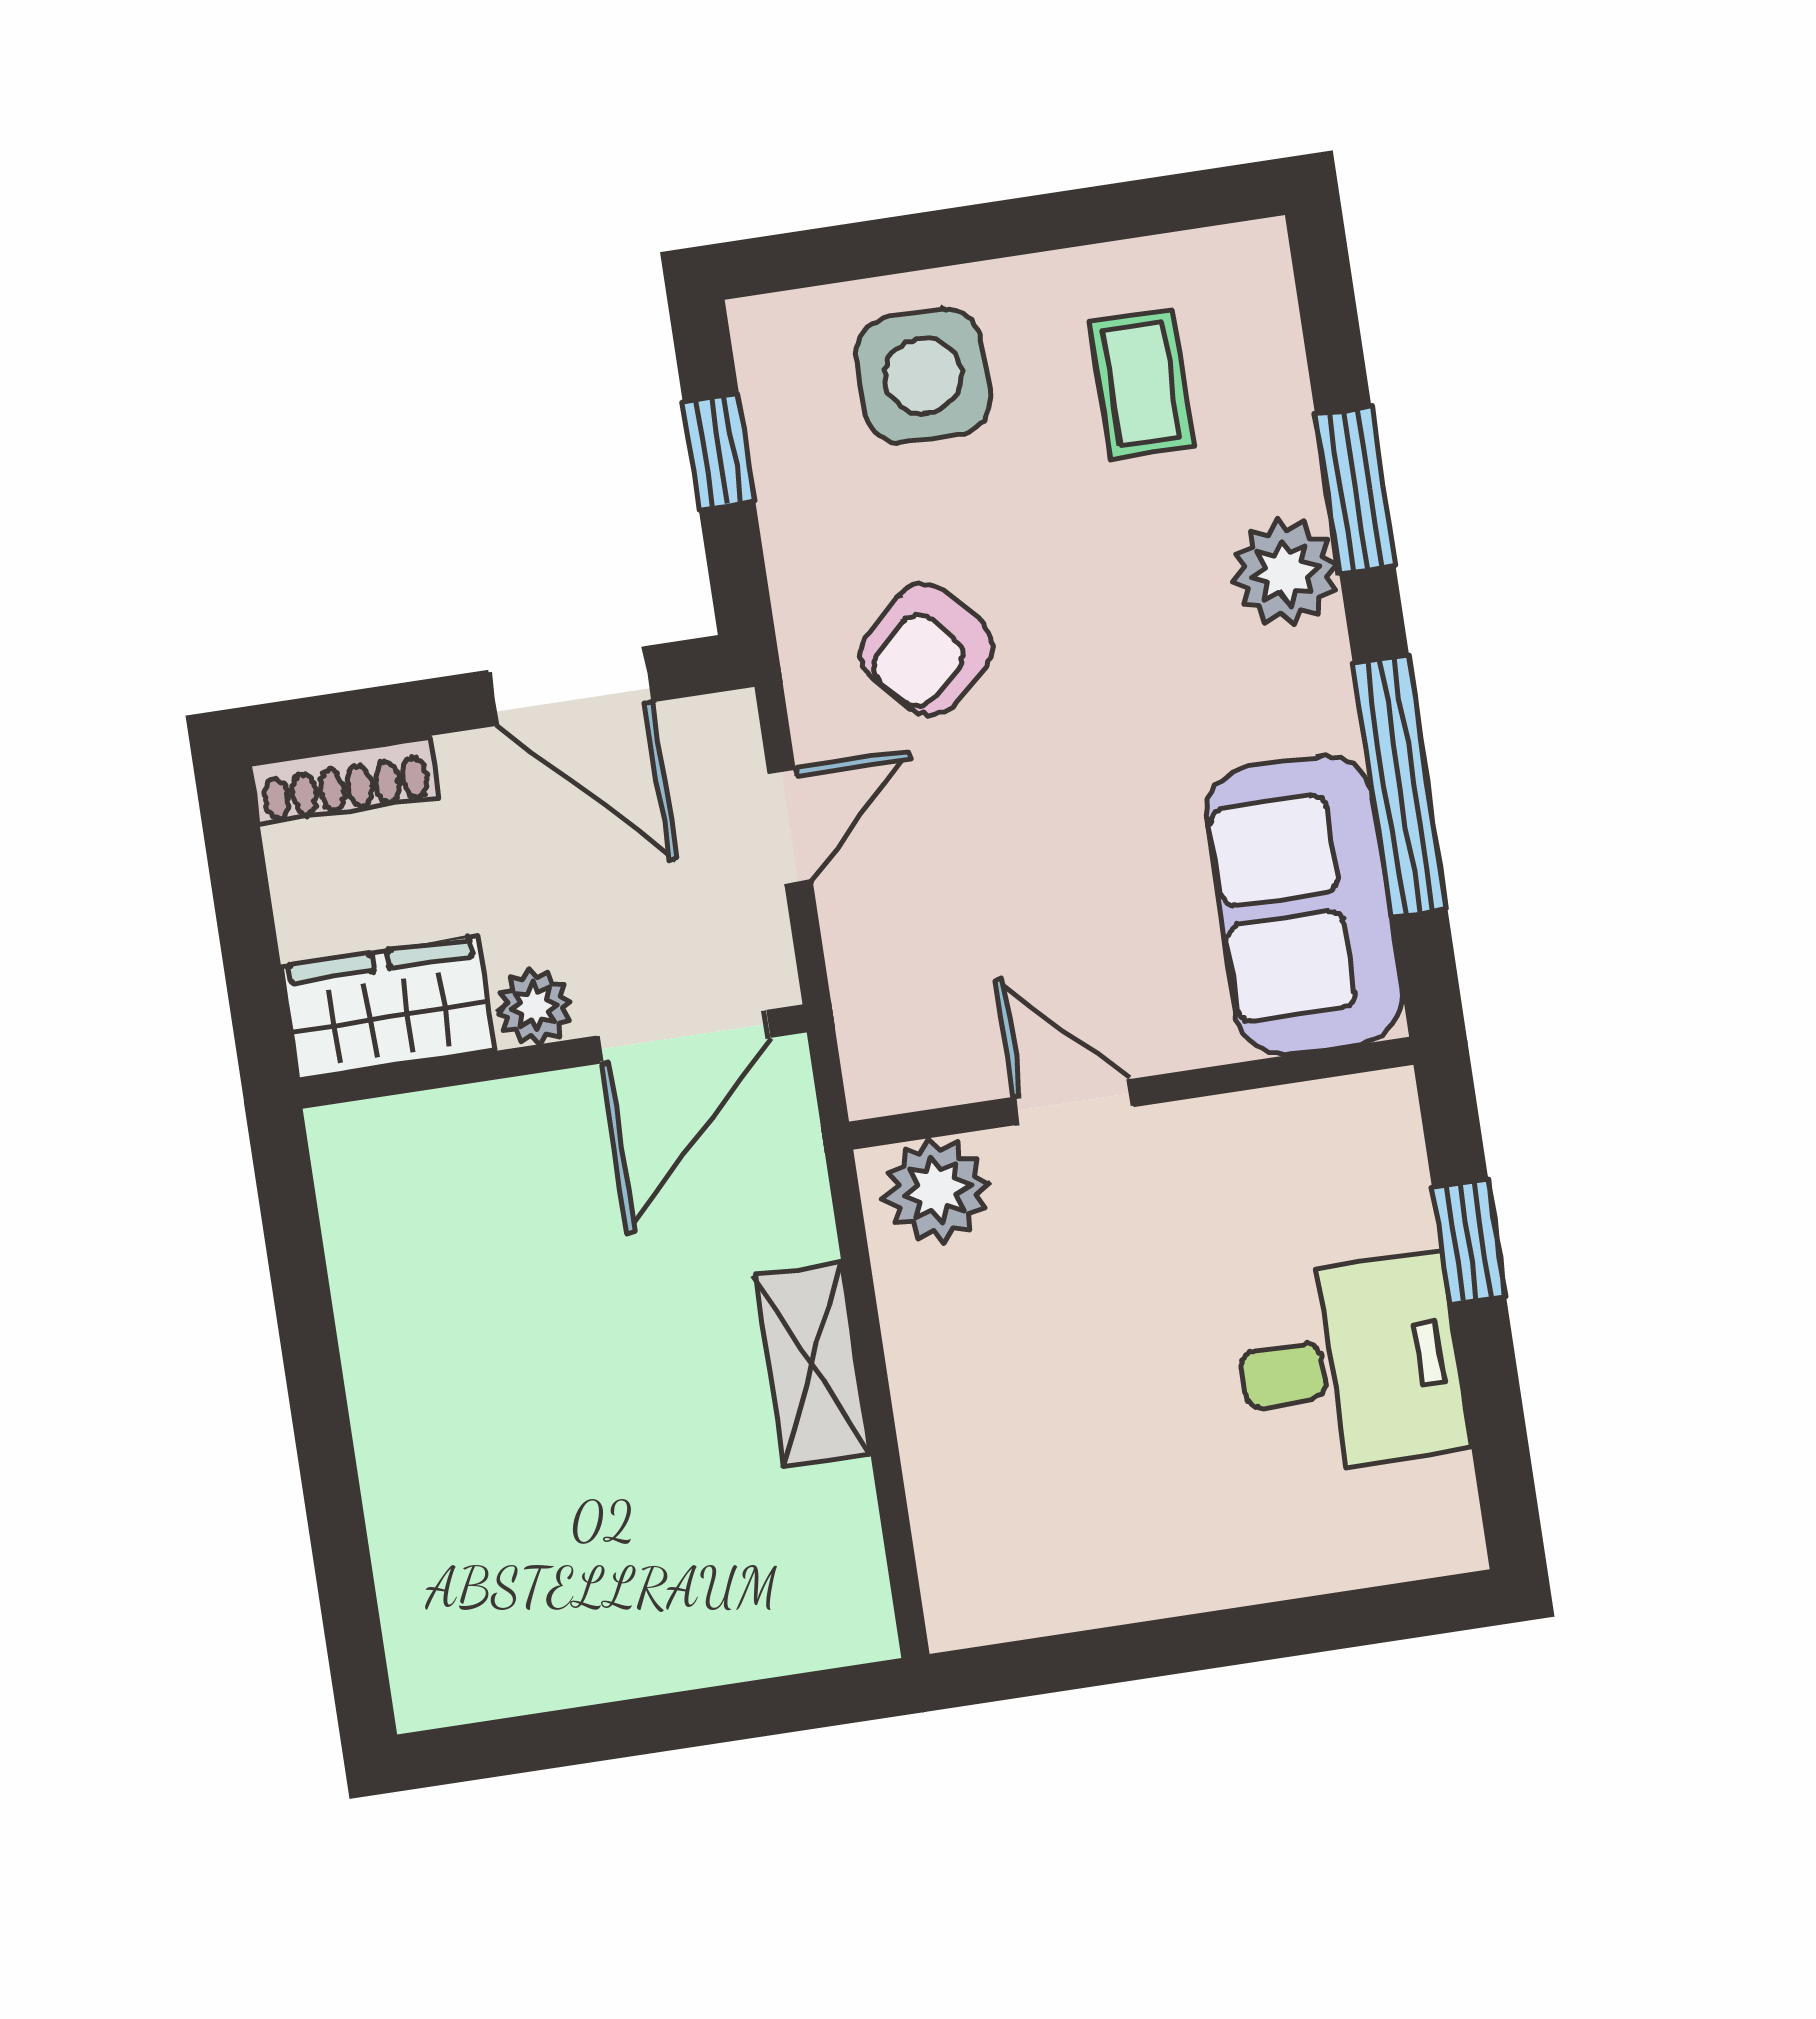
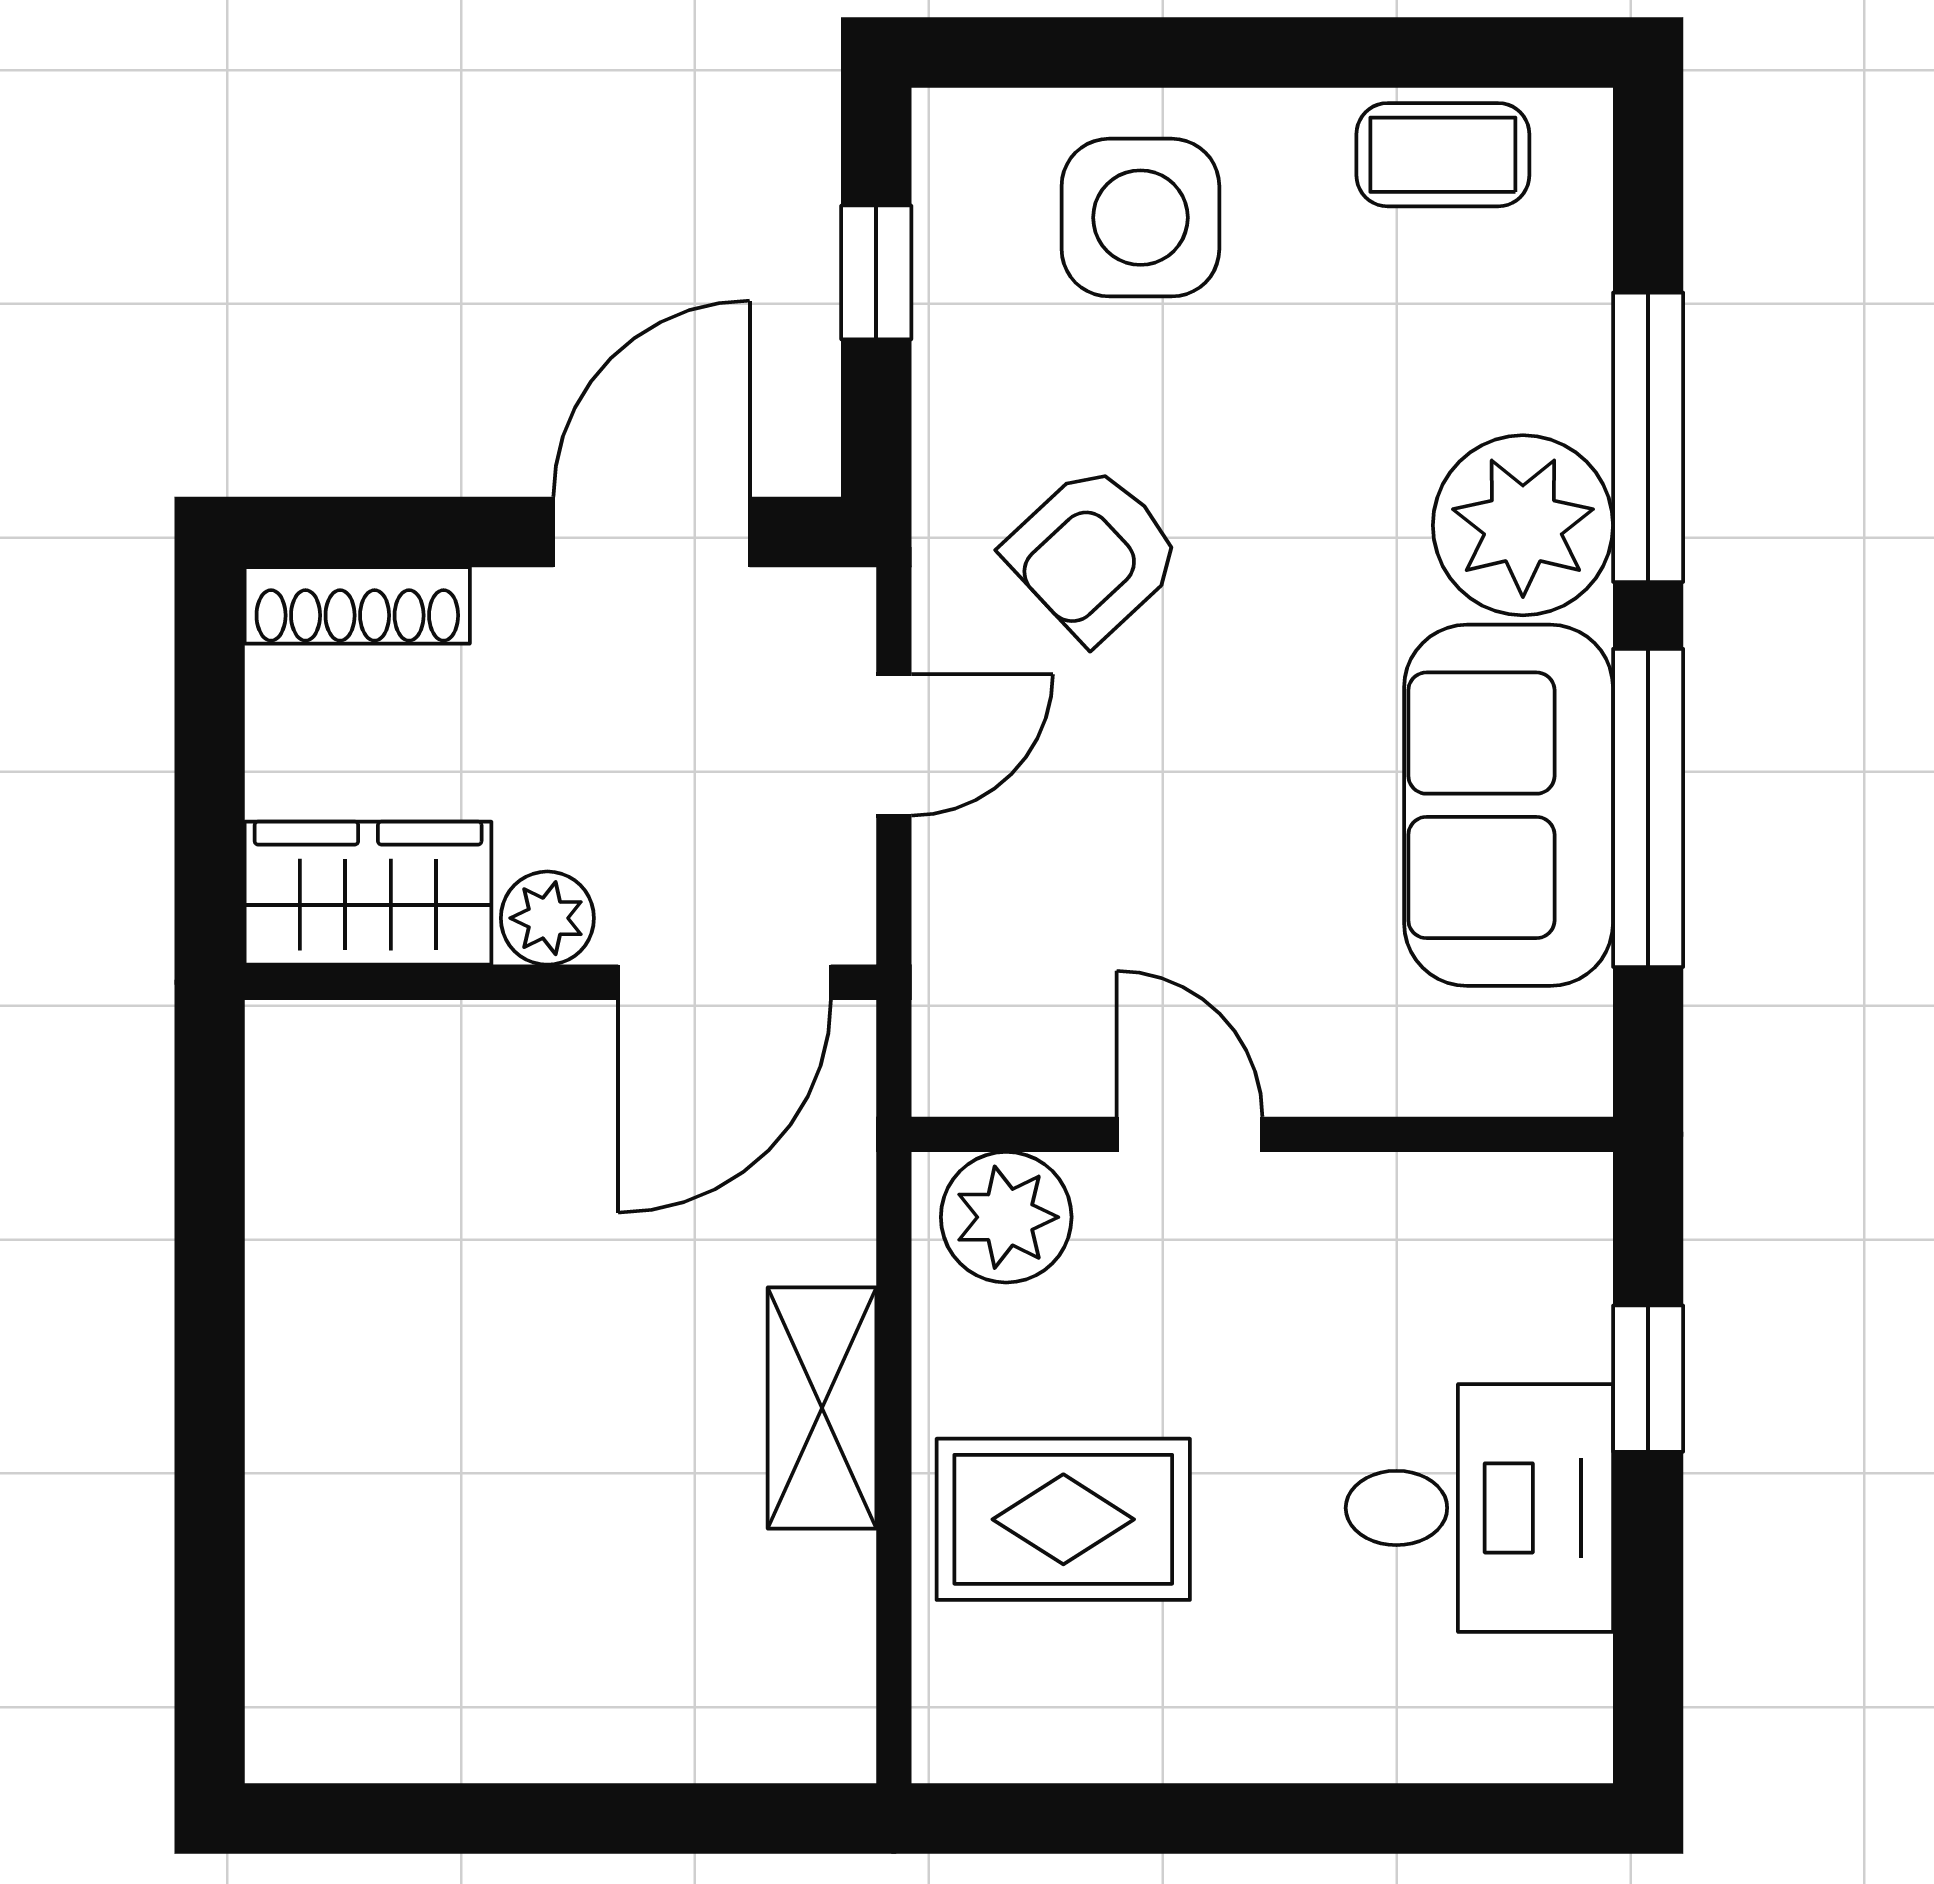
coffee table: (1142, 384) -> (1443, 155), moved, turned 90
window: (1355, 490) -> (1648, 437), width x1.44
plant: (1285, 572) -> (1523, 525), width x1.36, depth x1.36
door: (571, 686) -> (652, 532), swing flipped
sofa: (1304, 905) -> (1509, 805), moved
rug: (1019, 1425) -> (1063, 1519), added

